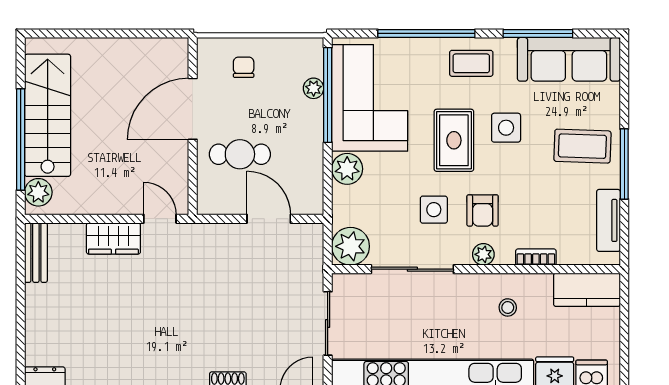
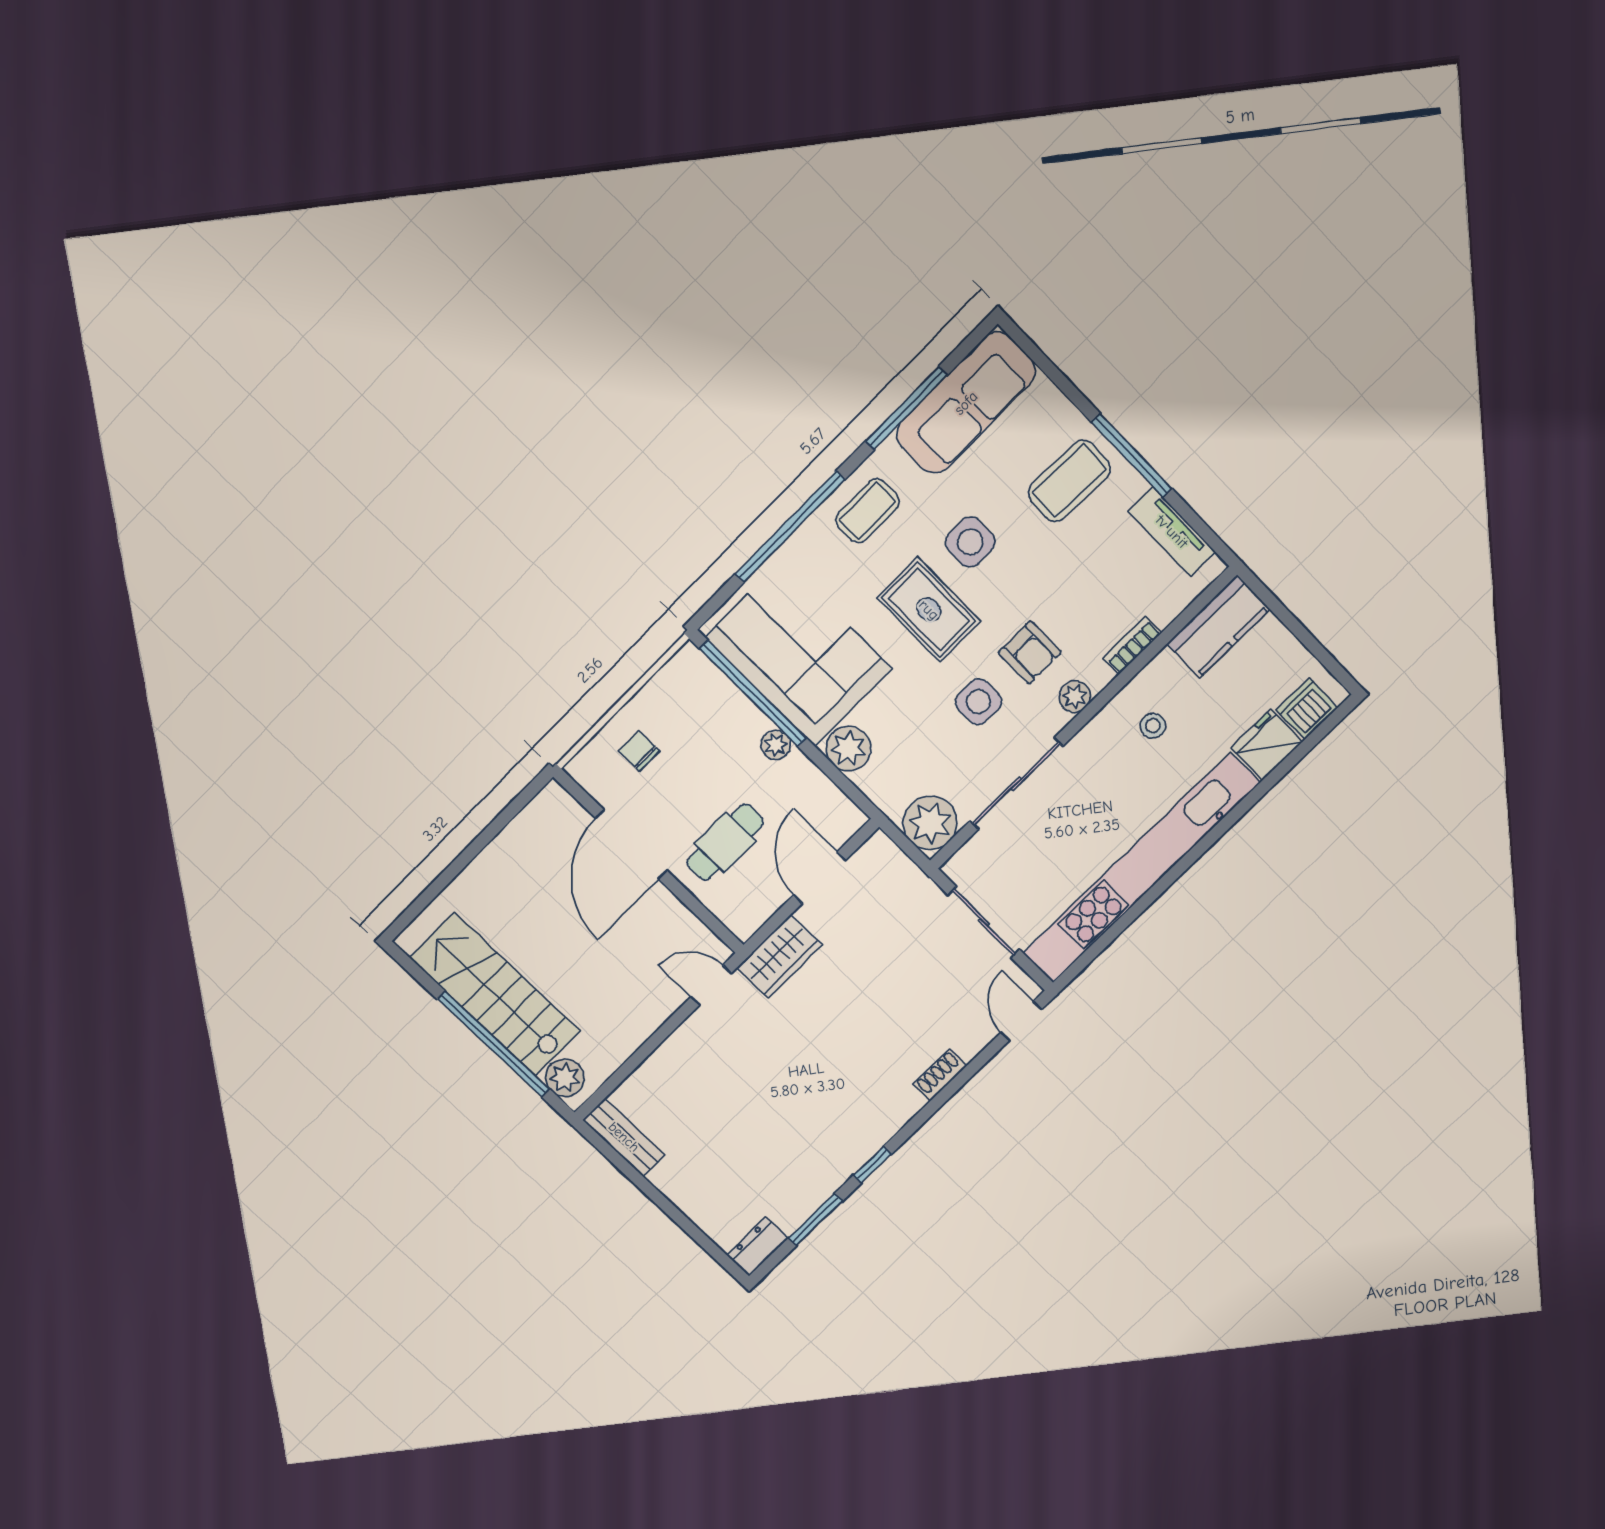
plant: (314, 88) -> (776, 745), moved
door: (269, 219) -> (820, 878), hinge flipped
wardrobe: (113, 238) -> (779, 956), moved

